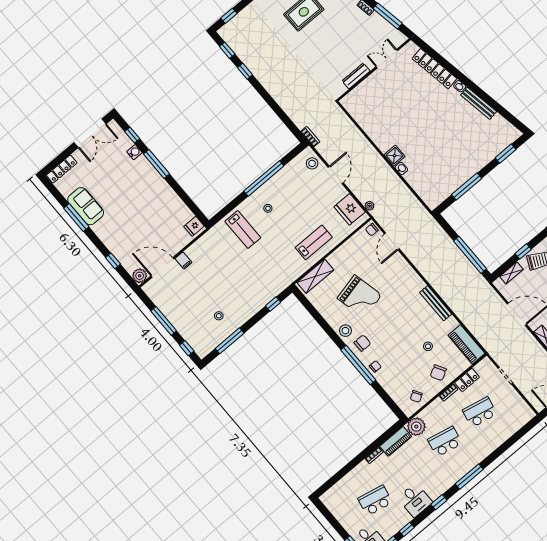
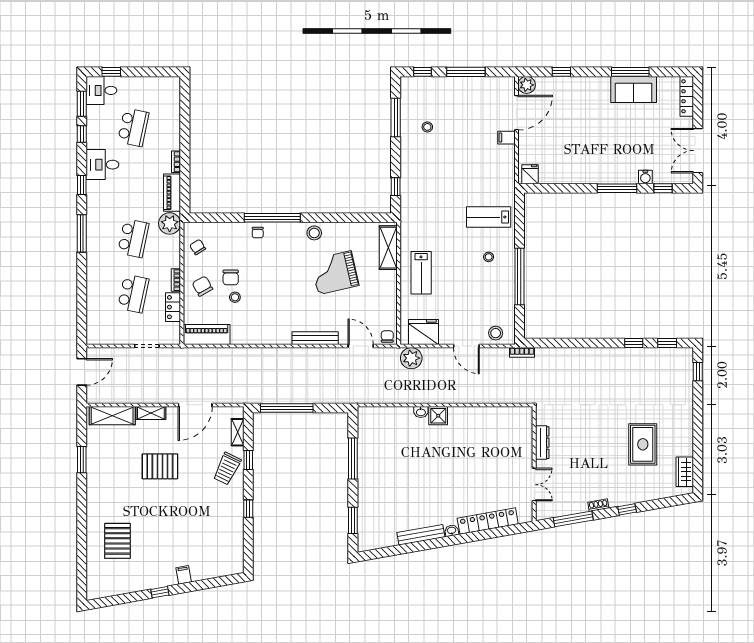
plant: (370, 206) -> (411, 358), width x1.87, depth x1.87
bench: (436, 303) -> (315, 338), moved
chair: (362, 343) -> (231, 277), moved

